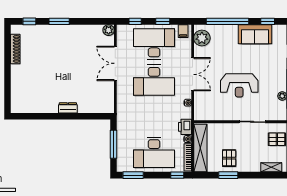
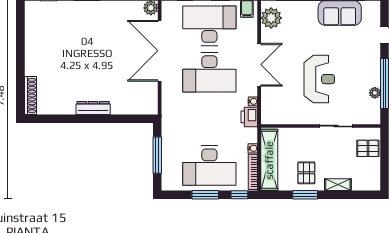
shoe rack: (15, 49) -> (30, 96), moved
double door: (115, 63) -> (160, 51), width x1.36
reception desk: (239, 85) -> (319, 79), turned -90
dresser: (68, 108) -> (93, 108), width x1.44
printer: (185, 127) -> (249, 117), moved
shelving: (271, 167) -> (338, 185), moved
window: (133, 175) -> (205, 195), moved

